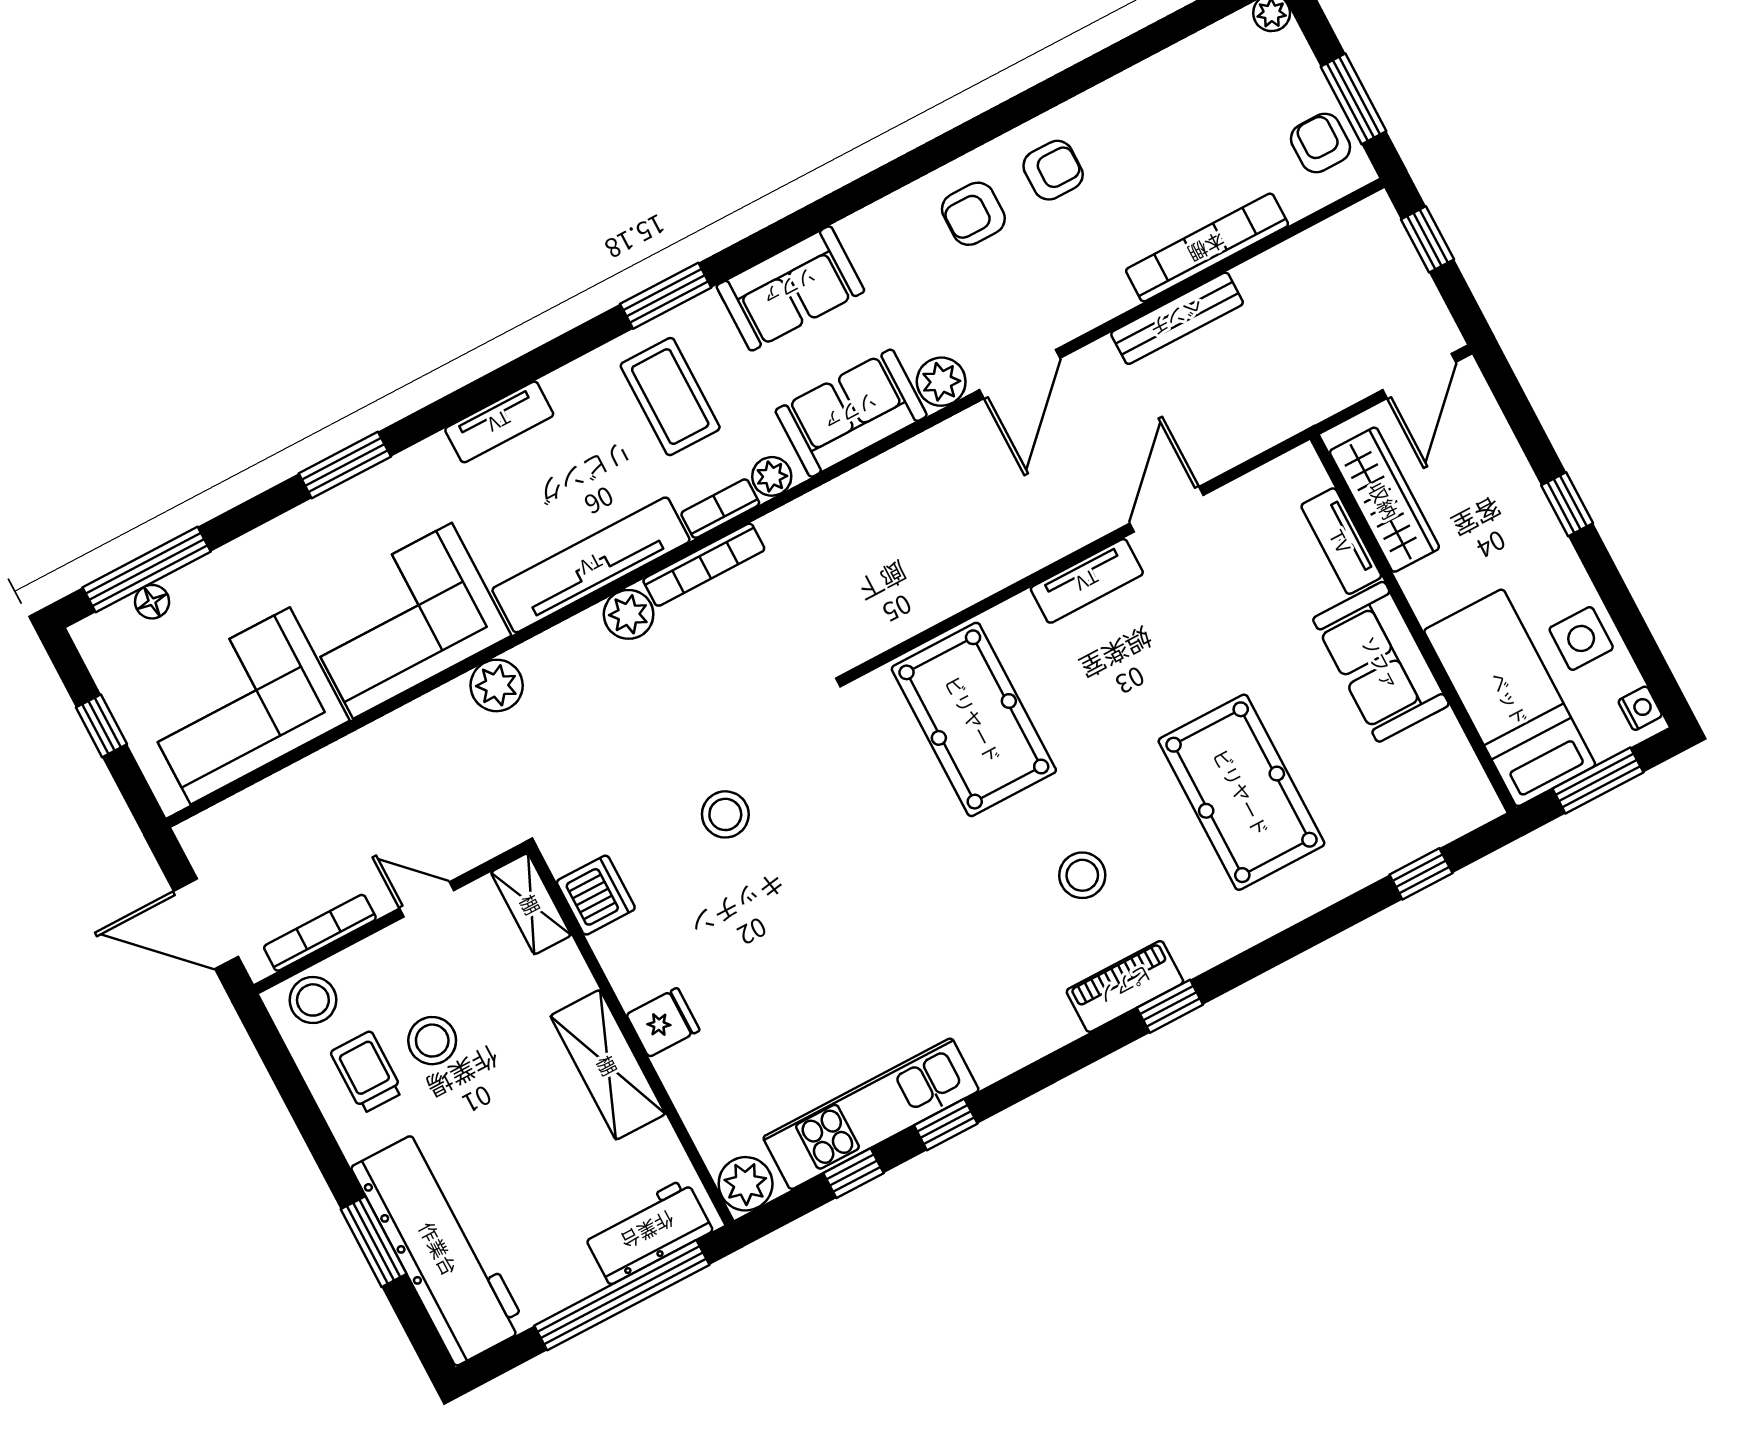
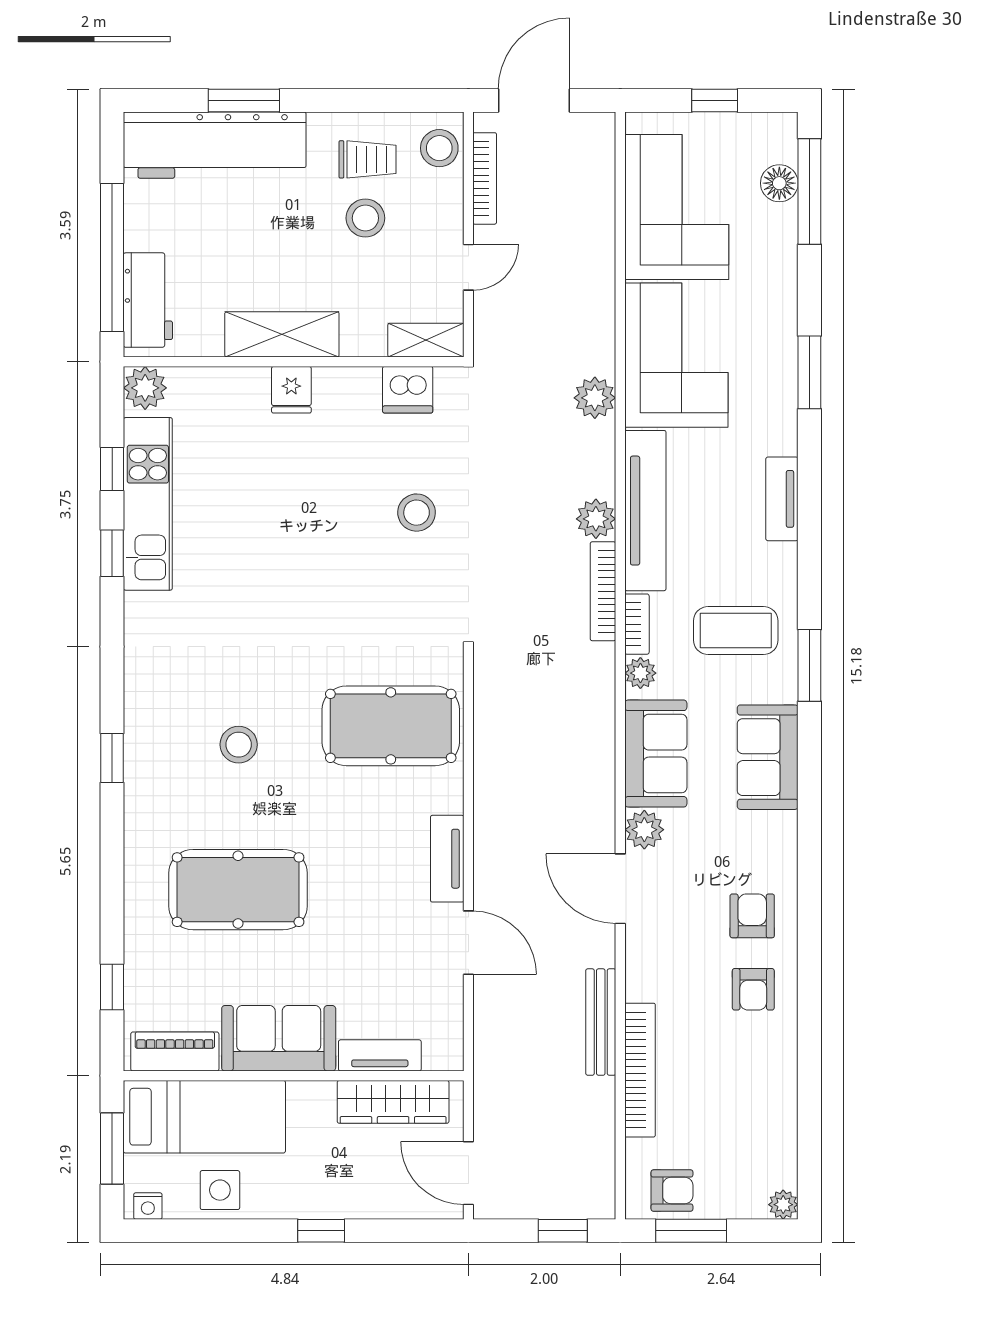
floor lamp: (152, 602) -> (779, 183), width x1.37, depth x1.37
piano: (1125, 986) -> (175, 1052), moved, turned -90

